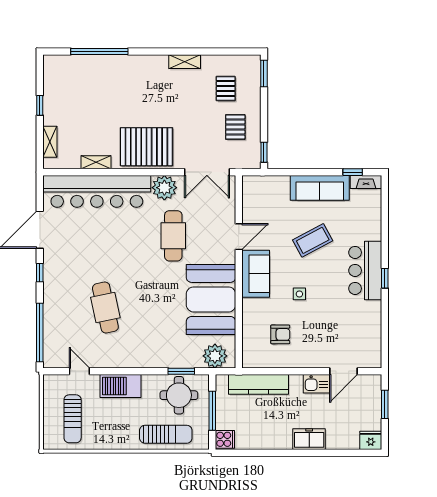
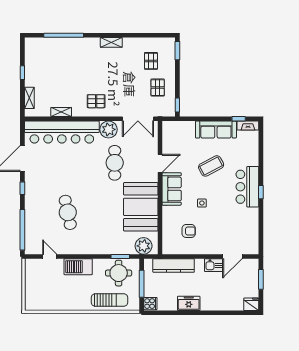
shelving: (185, 62) -> (111, 42), moved
pallet: (146, 147) -> (96, 101), width x0.49, depth x0.50
sun lounger: (73, 419) -> (45, 289), removed
freezer: (309, 439) -> (189, 303), moved

